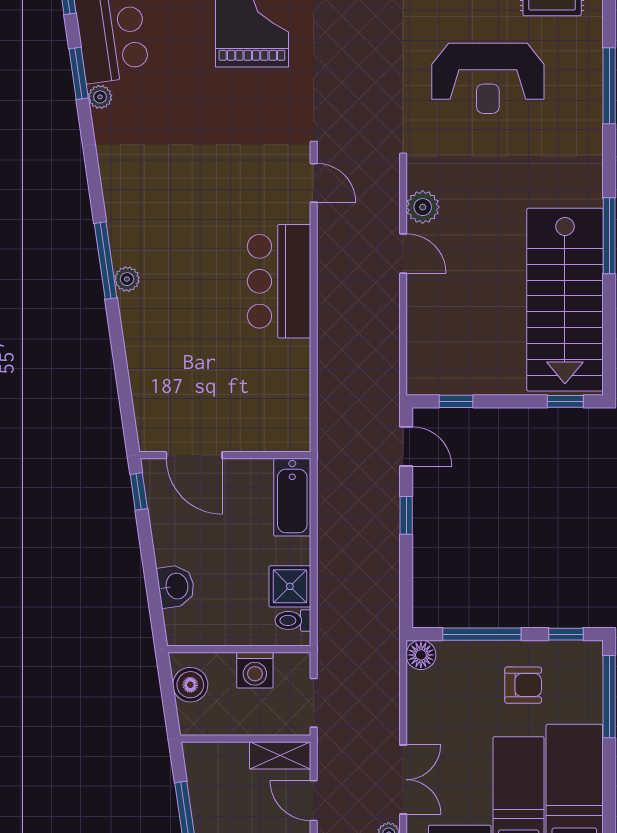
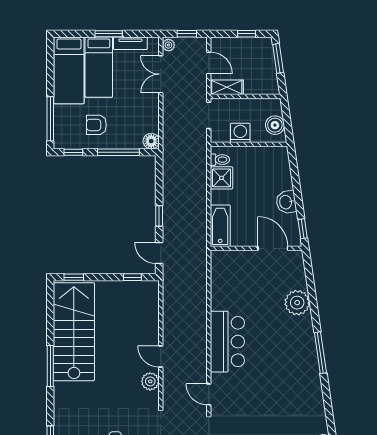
plant: (127, 279) -> (297, 303), moved, width x1.88, depth x1.88
washbasin: (176, 586) -> (286, 202), moved

